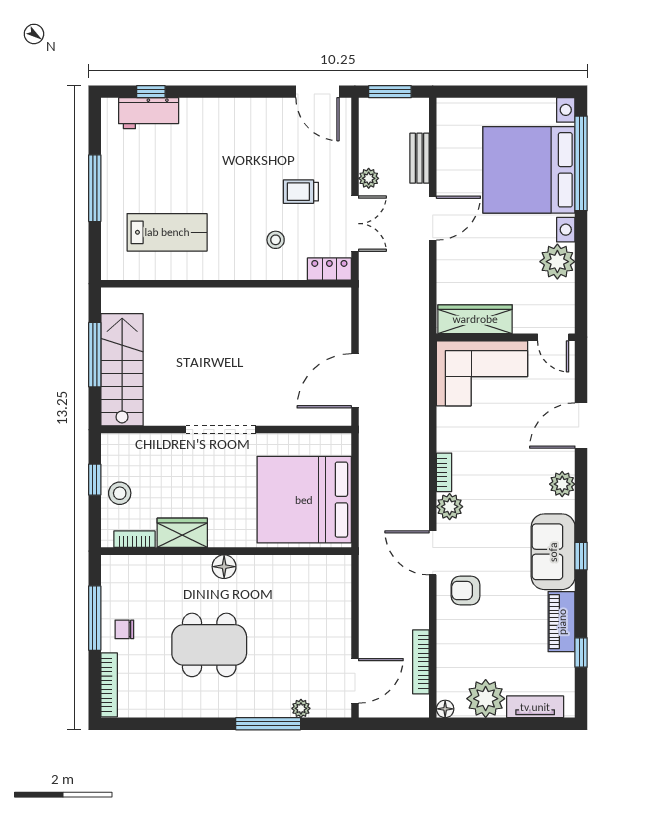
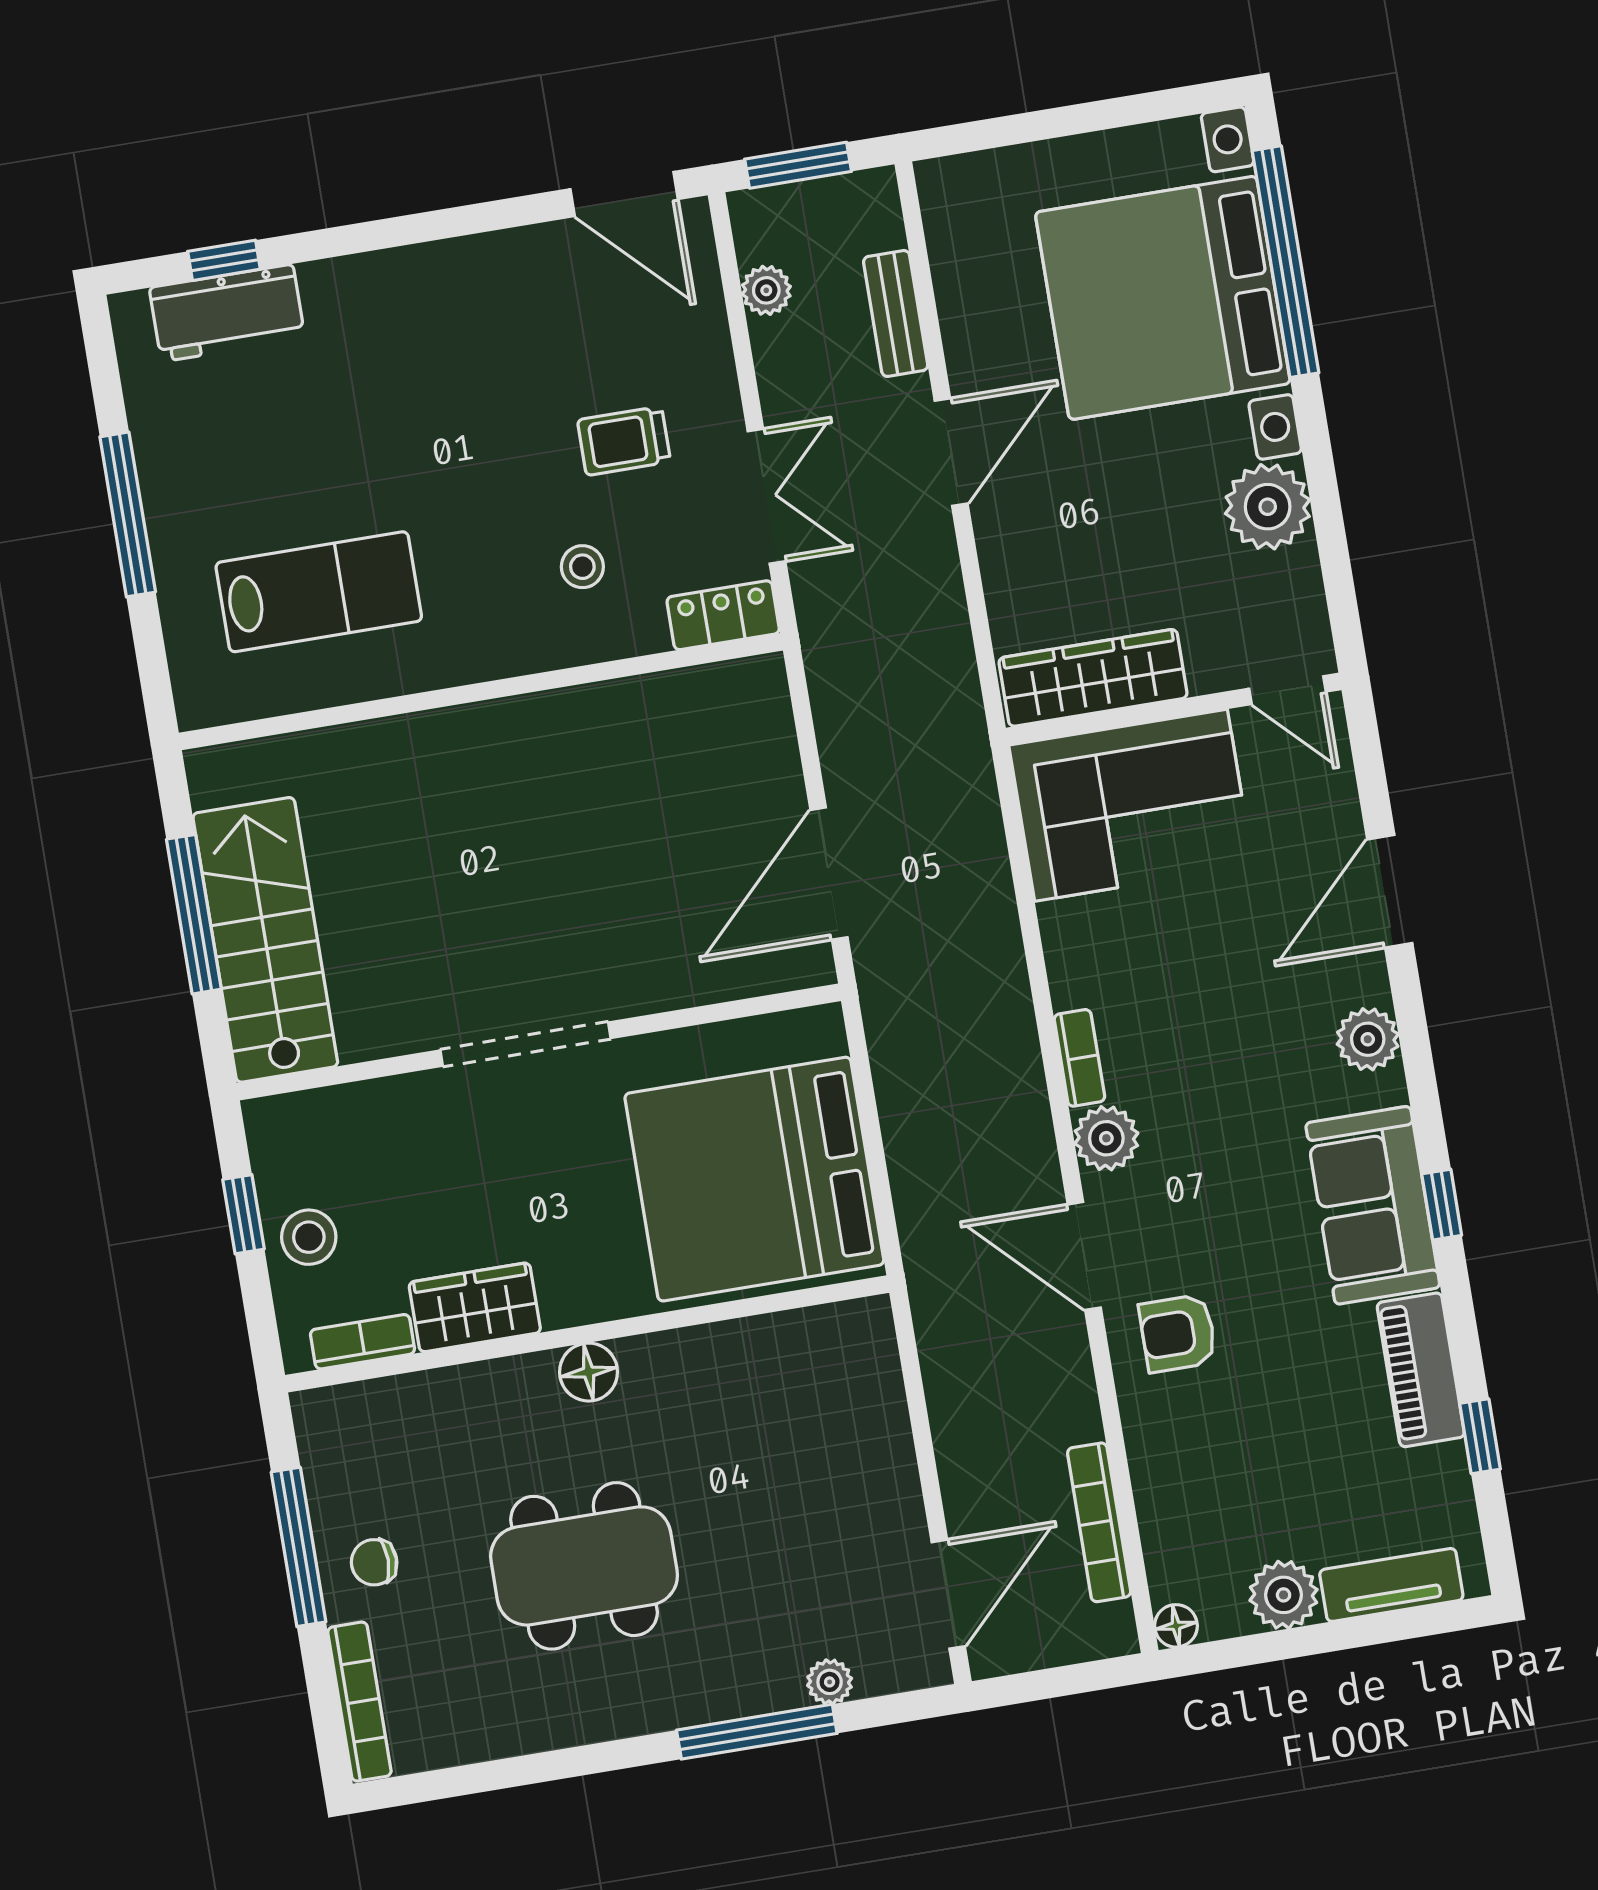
plant: (369, 178) -> (766, 290), moved
plant: (486, 699) -> (1284, 1595), width x0.73, depth x0.73

